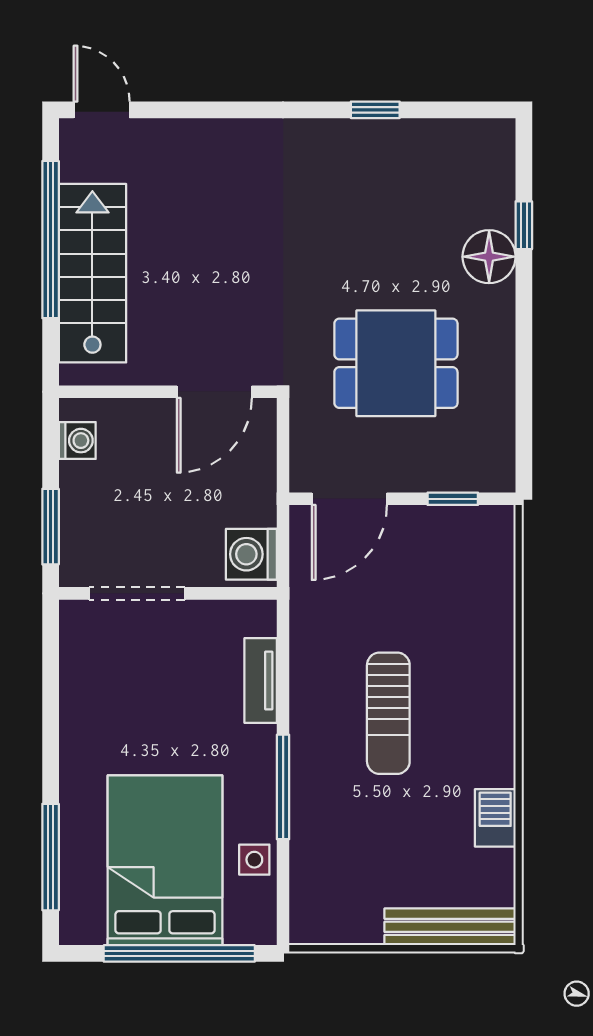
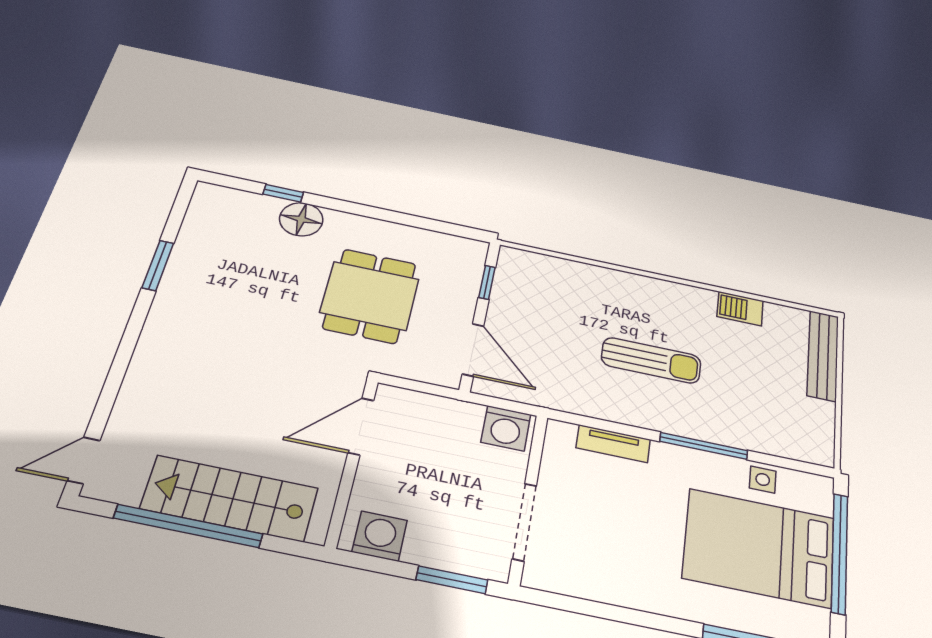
window: (375, 110) -> (158, 265), width x1.50
door: (214, 392) -> (361, 426), swing flipped
washing machine: (77, 441) -> (380, 536), width x1.38, depth x1.38

